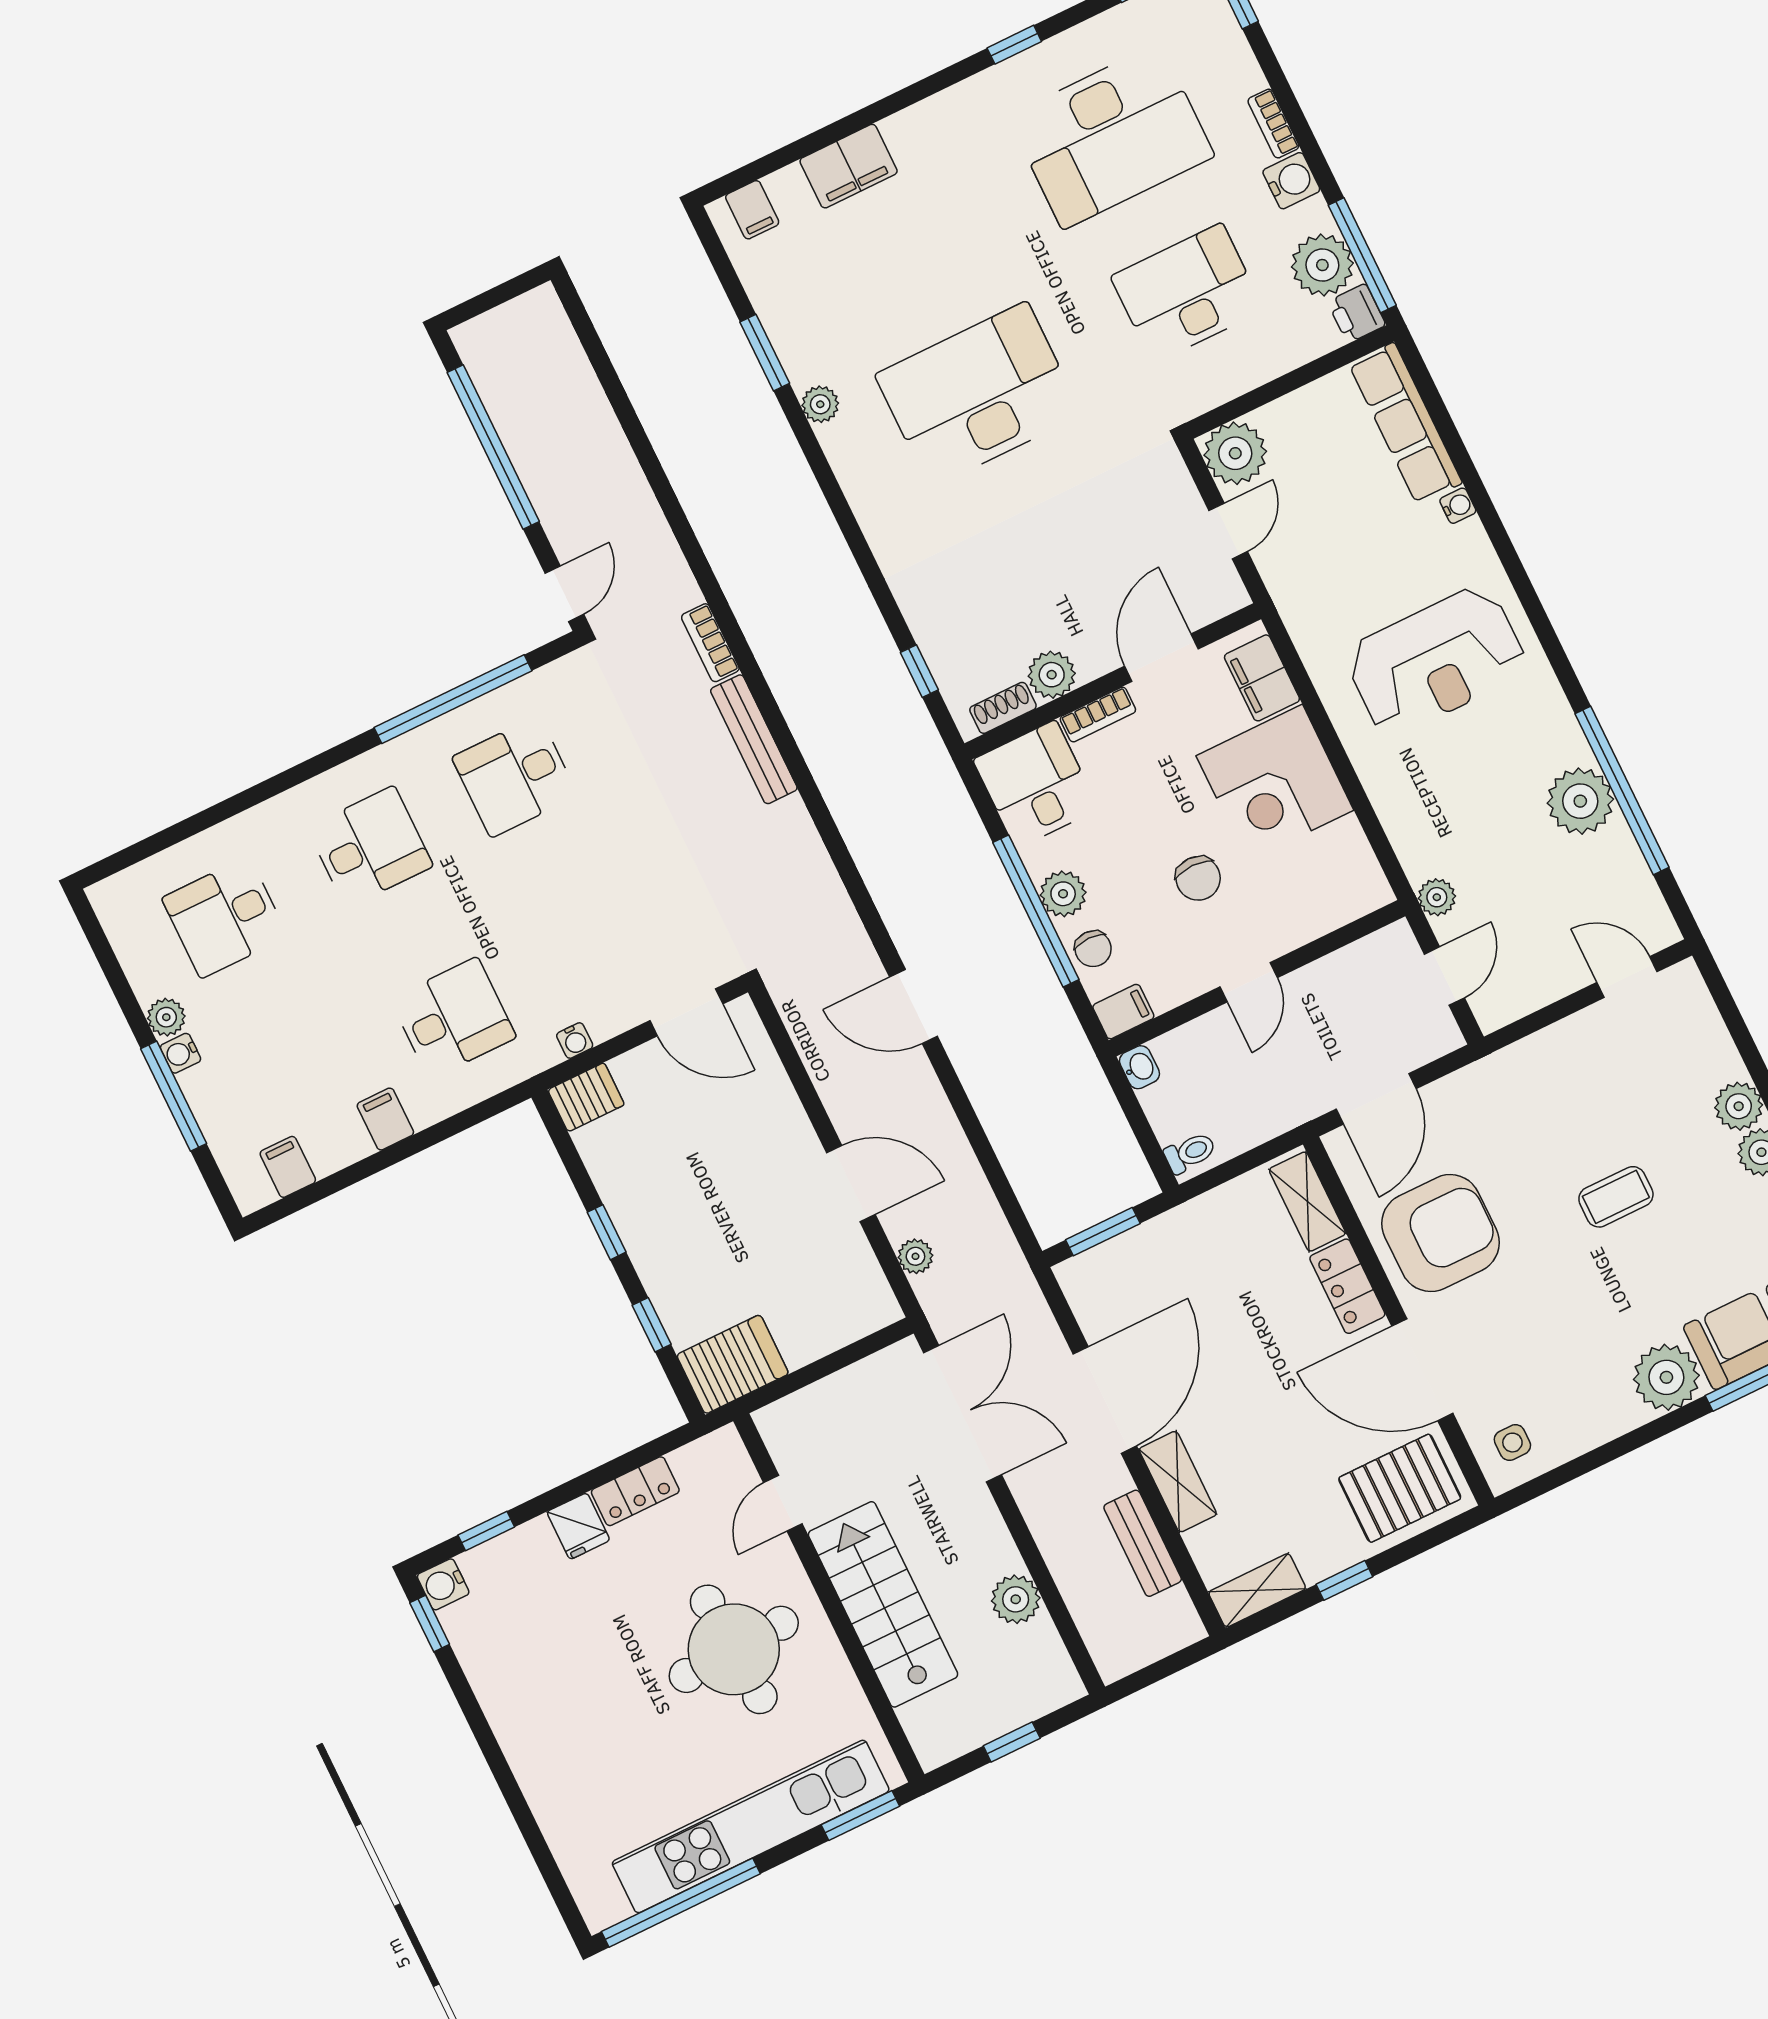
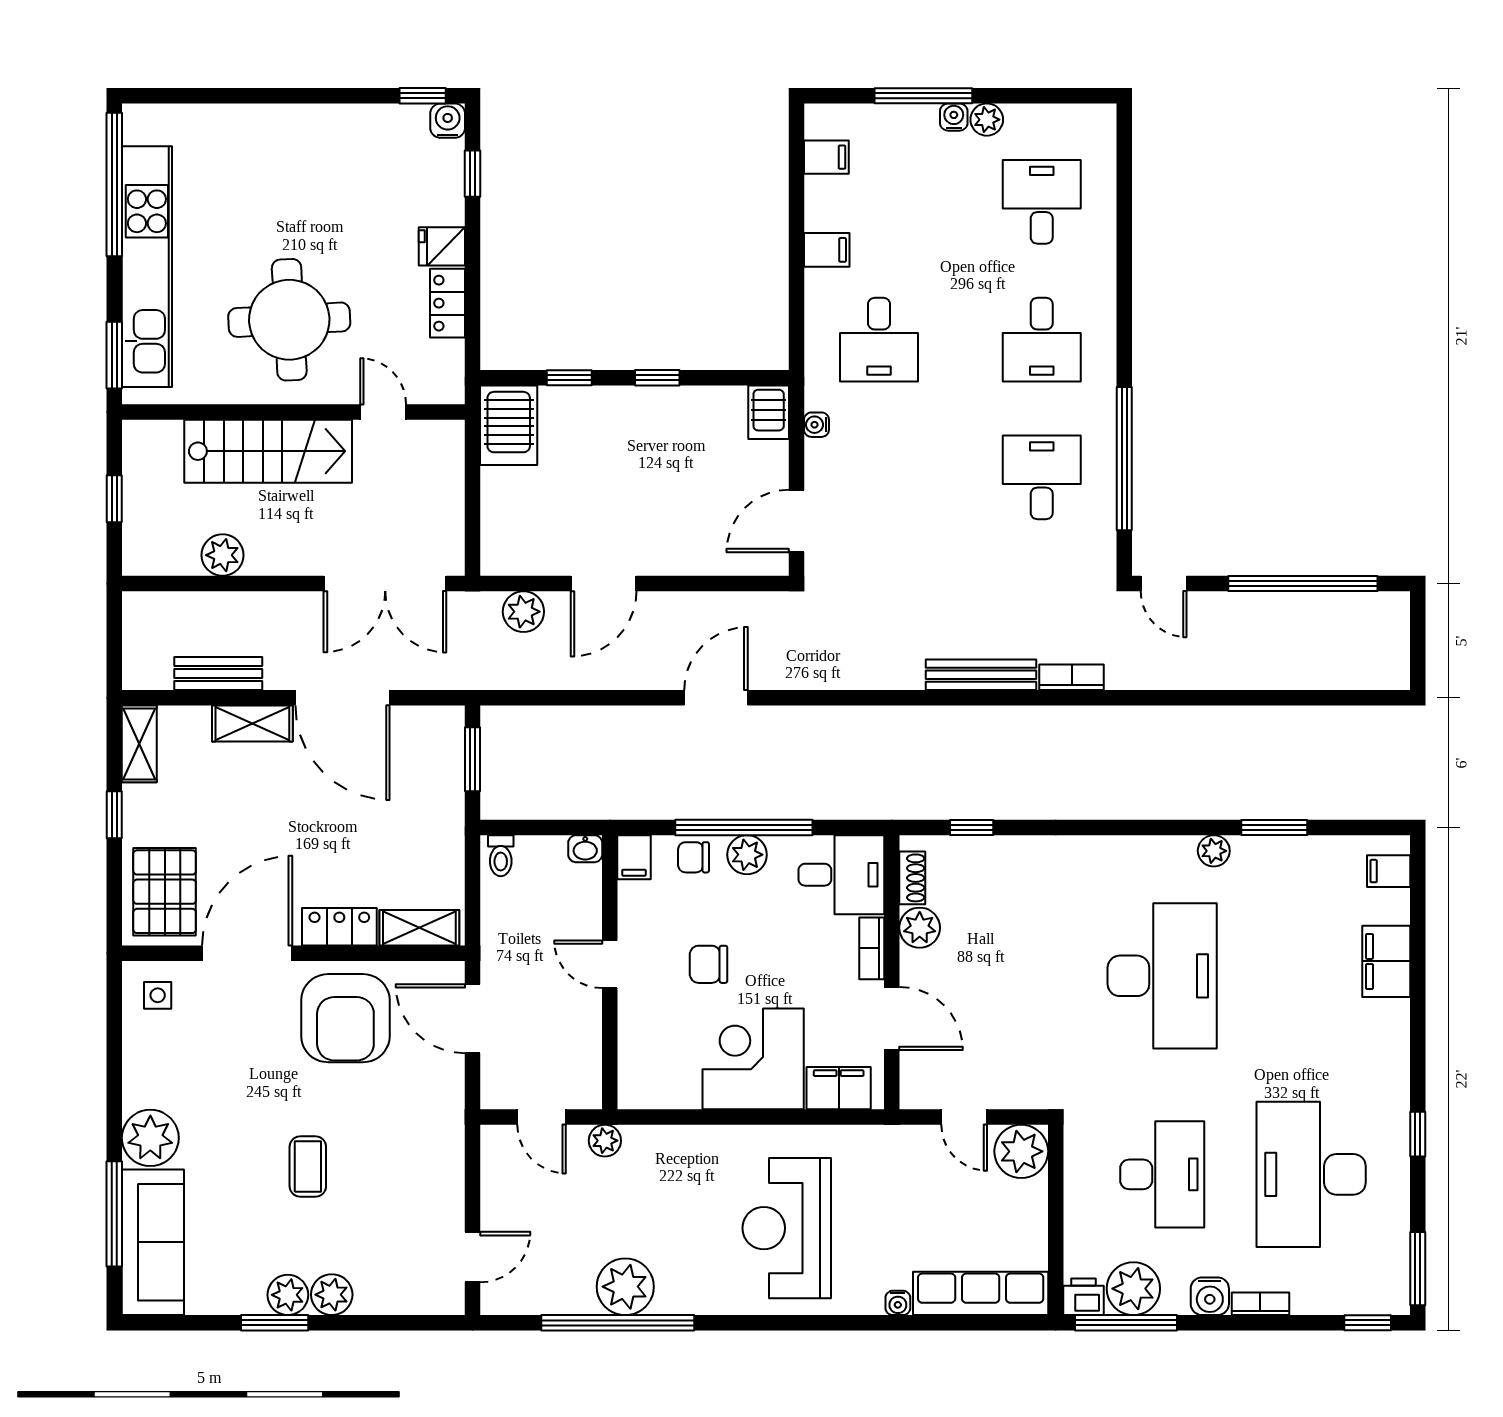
plant: (915, 1256) -> (523, 612), width x1.38, depth x1.38

